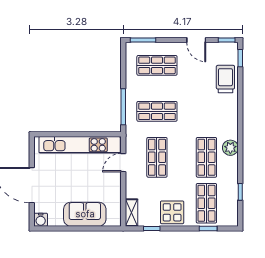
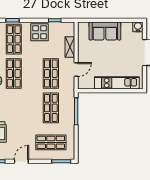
door: (196, 40) -> (21, 161), hinge flipped
shop shelf: (157, 111) -> (51, 108), turned 90
kitchen unit: (80, 145) -> (117, 83), width x0.73
shelving: (132, 213) -> (70, 47), moved

